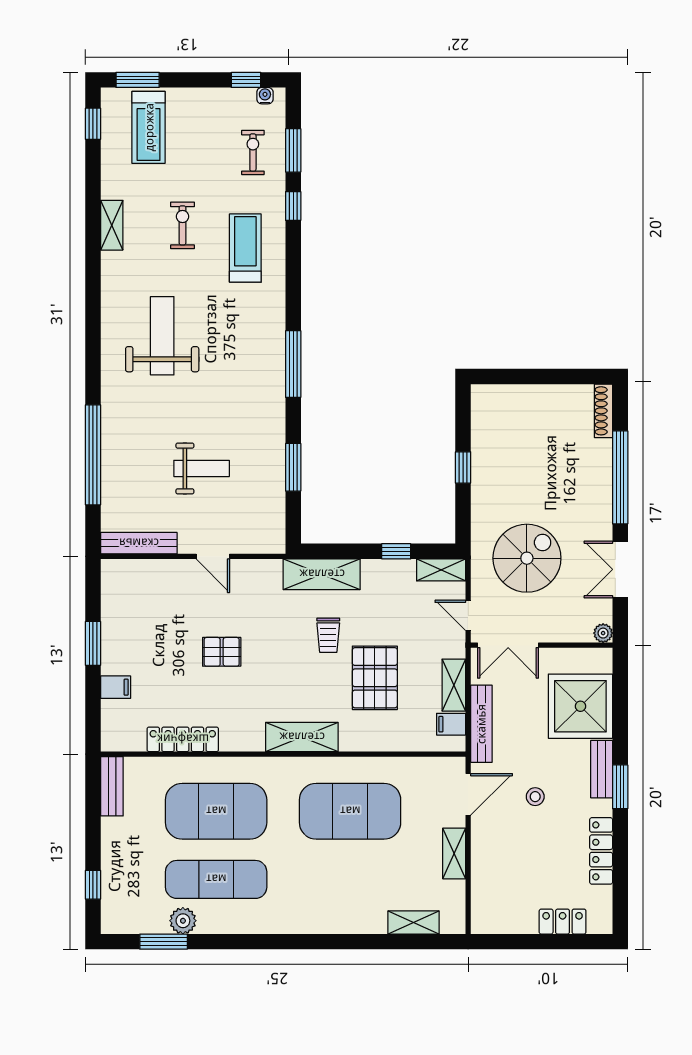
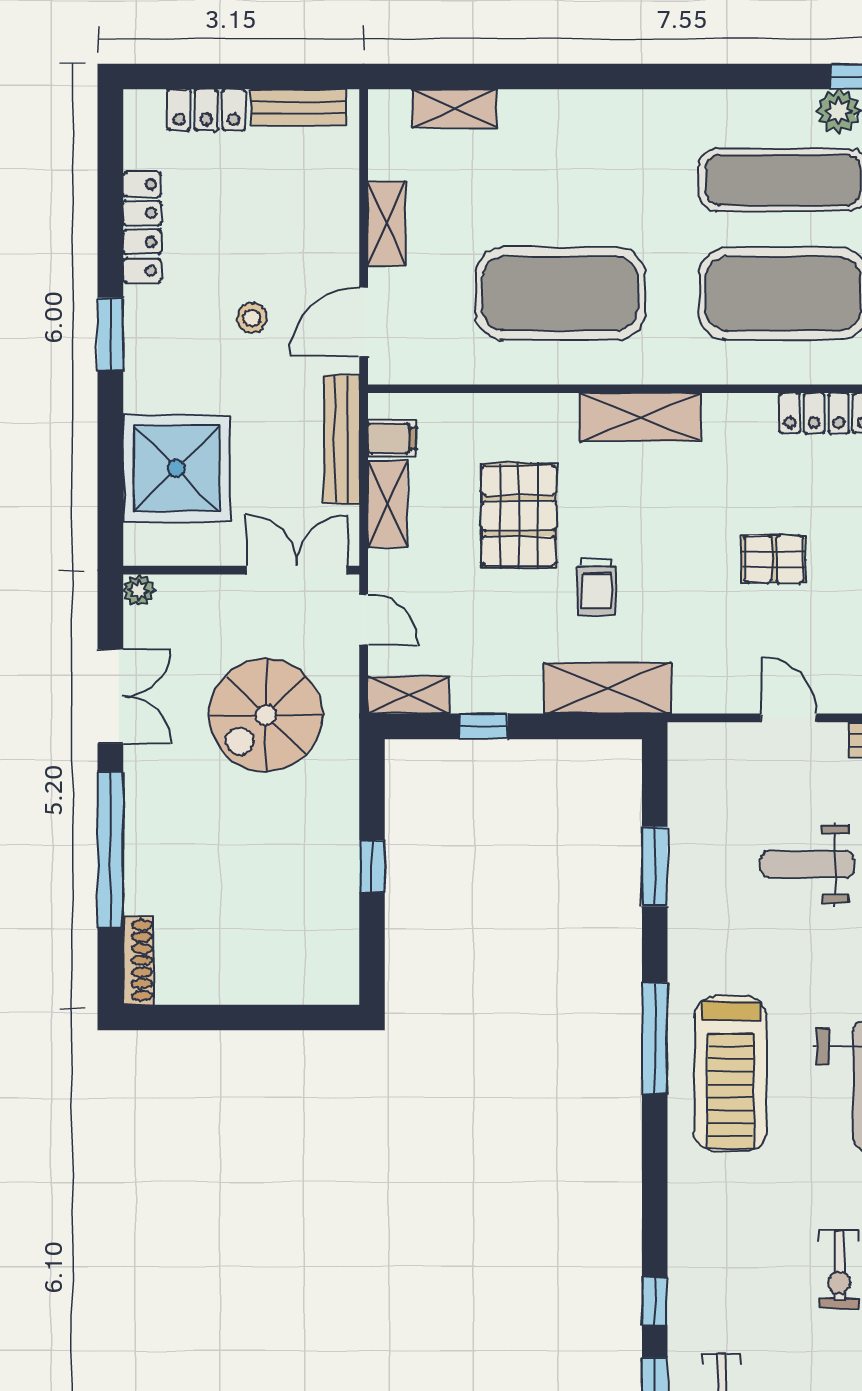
treadmill: (245, 248) -> (731, 1074), moved, width x1.37, depth x1.38
trolley: (328, 635) -> (596, 587), turned 180
bench: (602, 769) -> (299, 107), moved, turned 90

